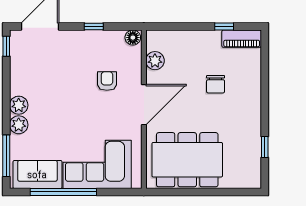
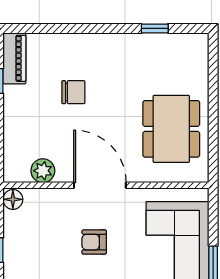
armchair: (107, 81) -> (94, 242), moved
dining table: (187, 160) -> (171, 129), width x0.73, depth x0.80

